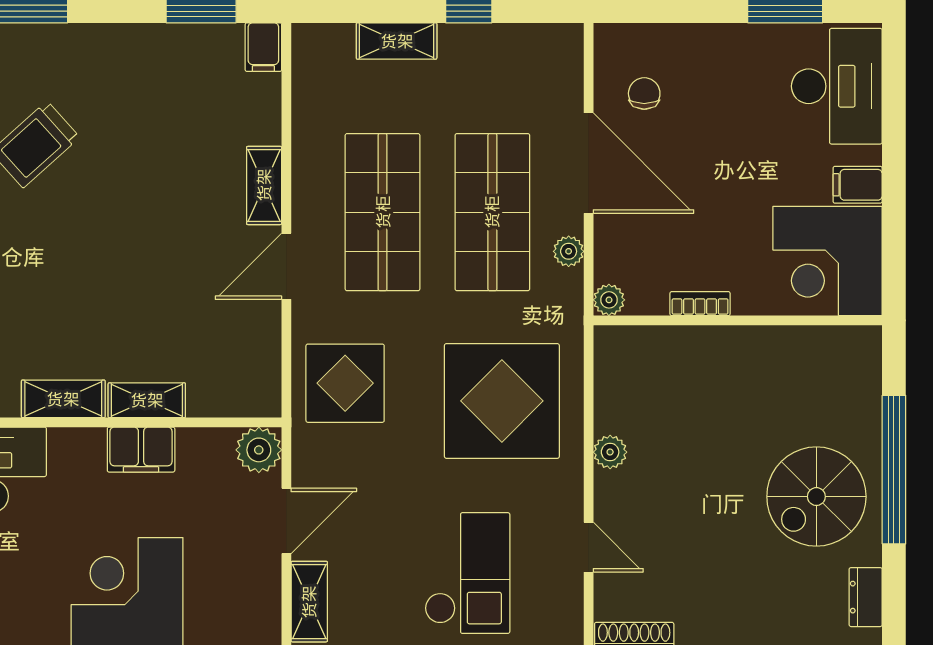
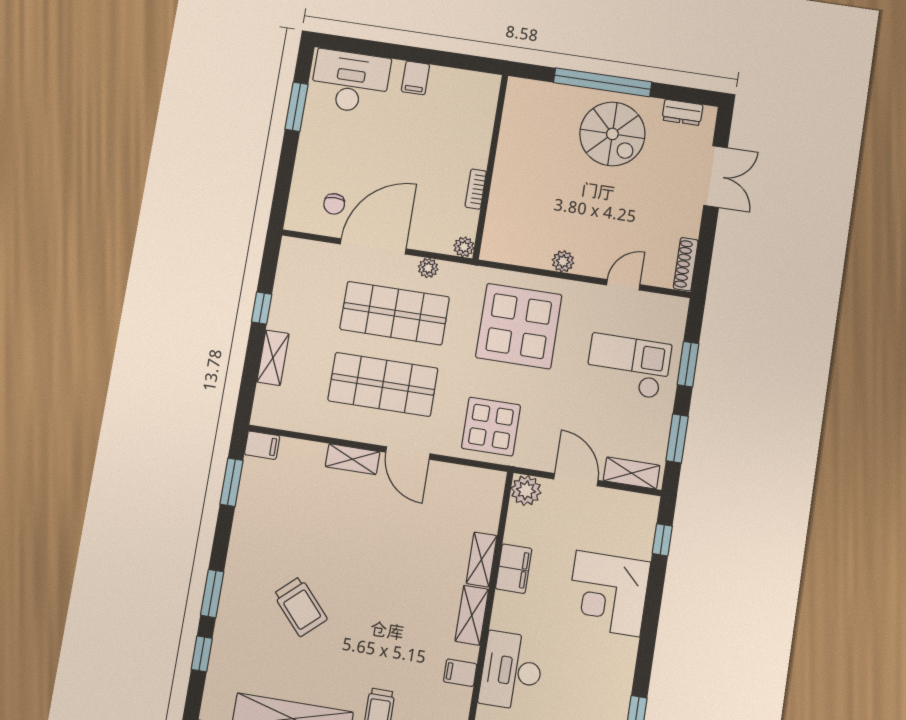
chair: (644, 93) -> (334, 204), turned -90
corner desk: (828, 261) -> (461, 104), removed

